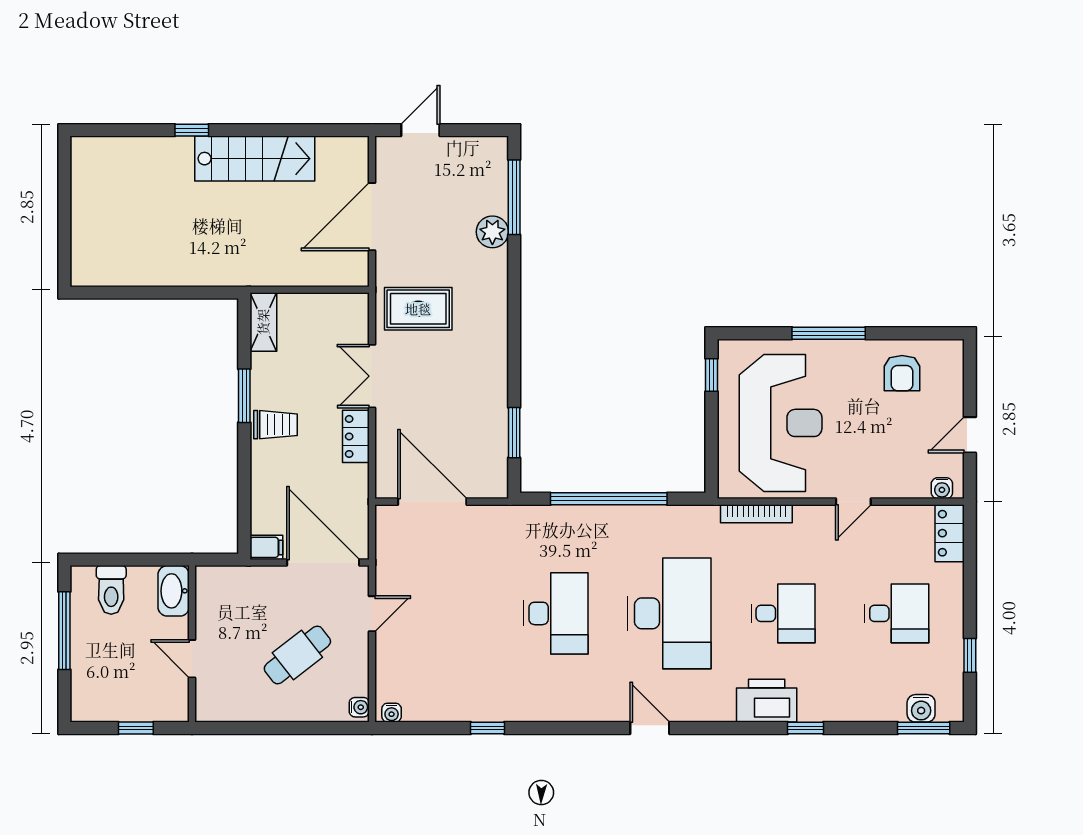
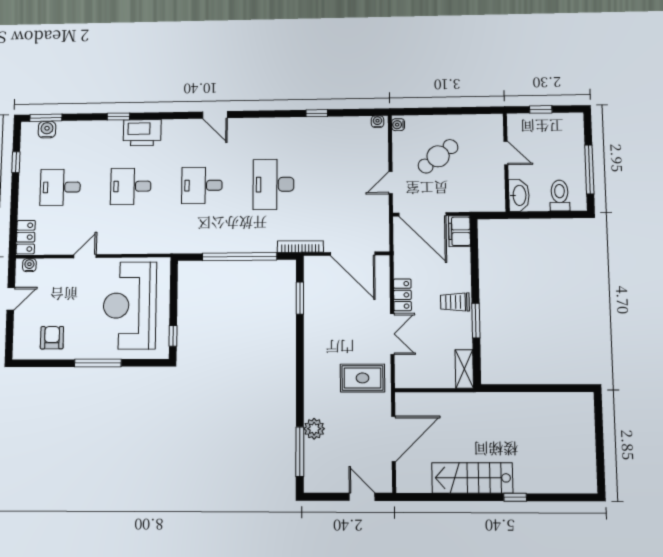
door: (420, 130) -> (362, 497), swing flipped
bookcase: (756, 514) -> (300, 247), moved
filing cabinet: (266, 547) -> (459, 231), width x2.00
desk: (669, 613) -> (202, 185), width x0.53, depth x0.77

